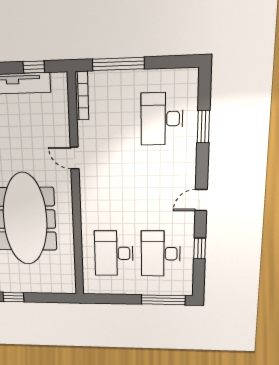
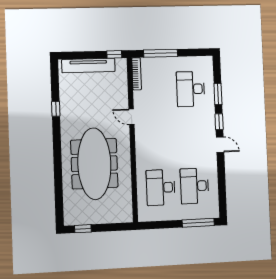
window: (34, 67) -> (114, 54), moved
door: (201, 200) -> (220, 145), swing flipped
window: (200, 248) -> (219, 122), moved

